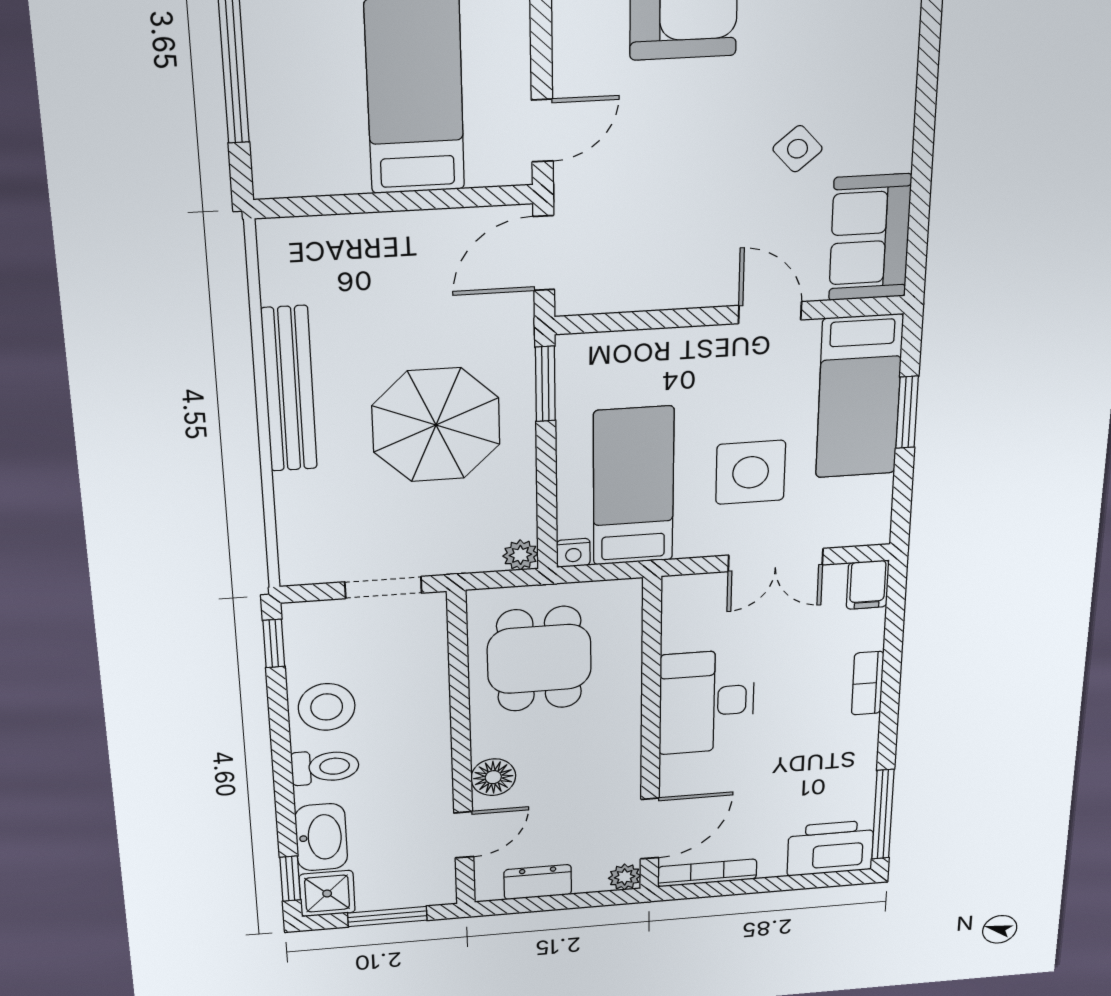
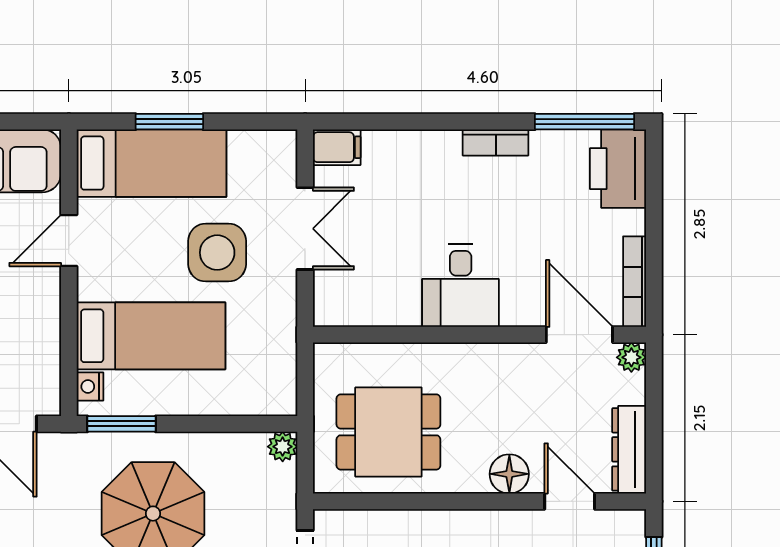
bed: (633, 486) -> (151, 336), moved, turned 180
nightstand: (573, 553) -> (90, 387), moved, turned 180
bookcase: (868, 683) -> (496, 142), moved
desk: (707, 702) -> (461, 286), width x0.73
dresser: (538, 882) -> (629, 449), width x1.44

